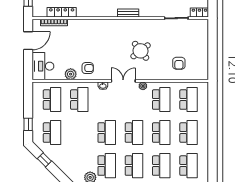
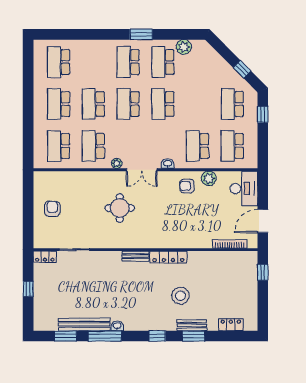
locker: (62, 12) -> (168, 257), moved
round table: (141, 51) -> (120, 208), turned 38
armchair: (179, 63) -> (52, 209), moved
school desk: (161, 166) -> (93, 62), removed

